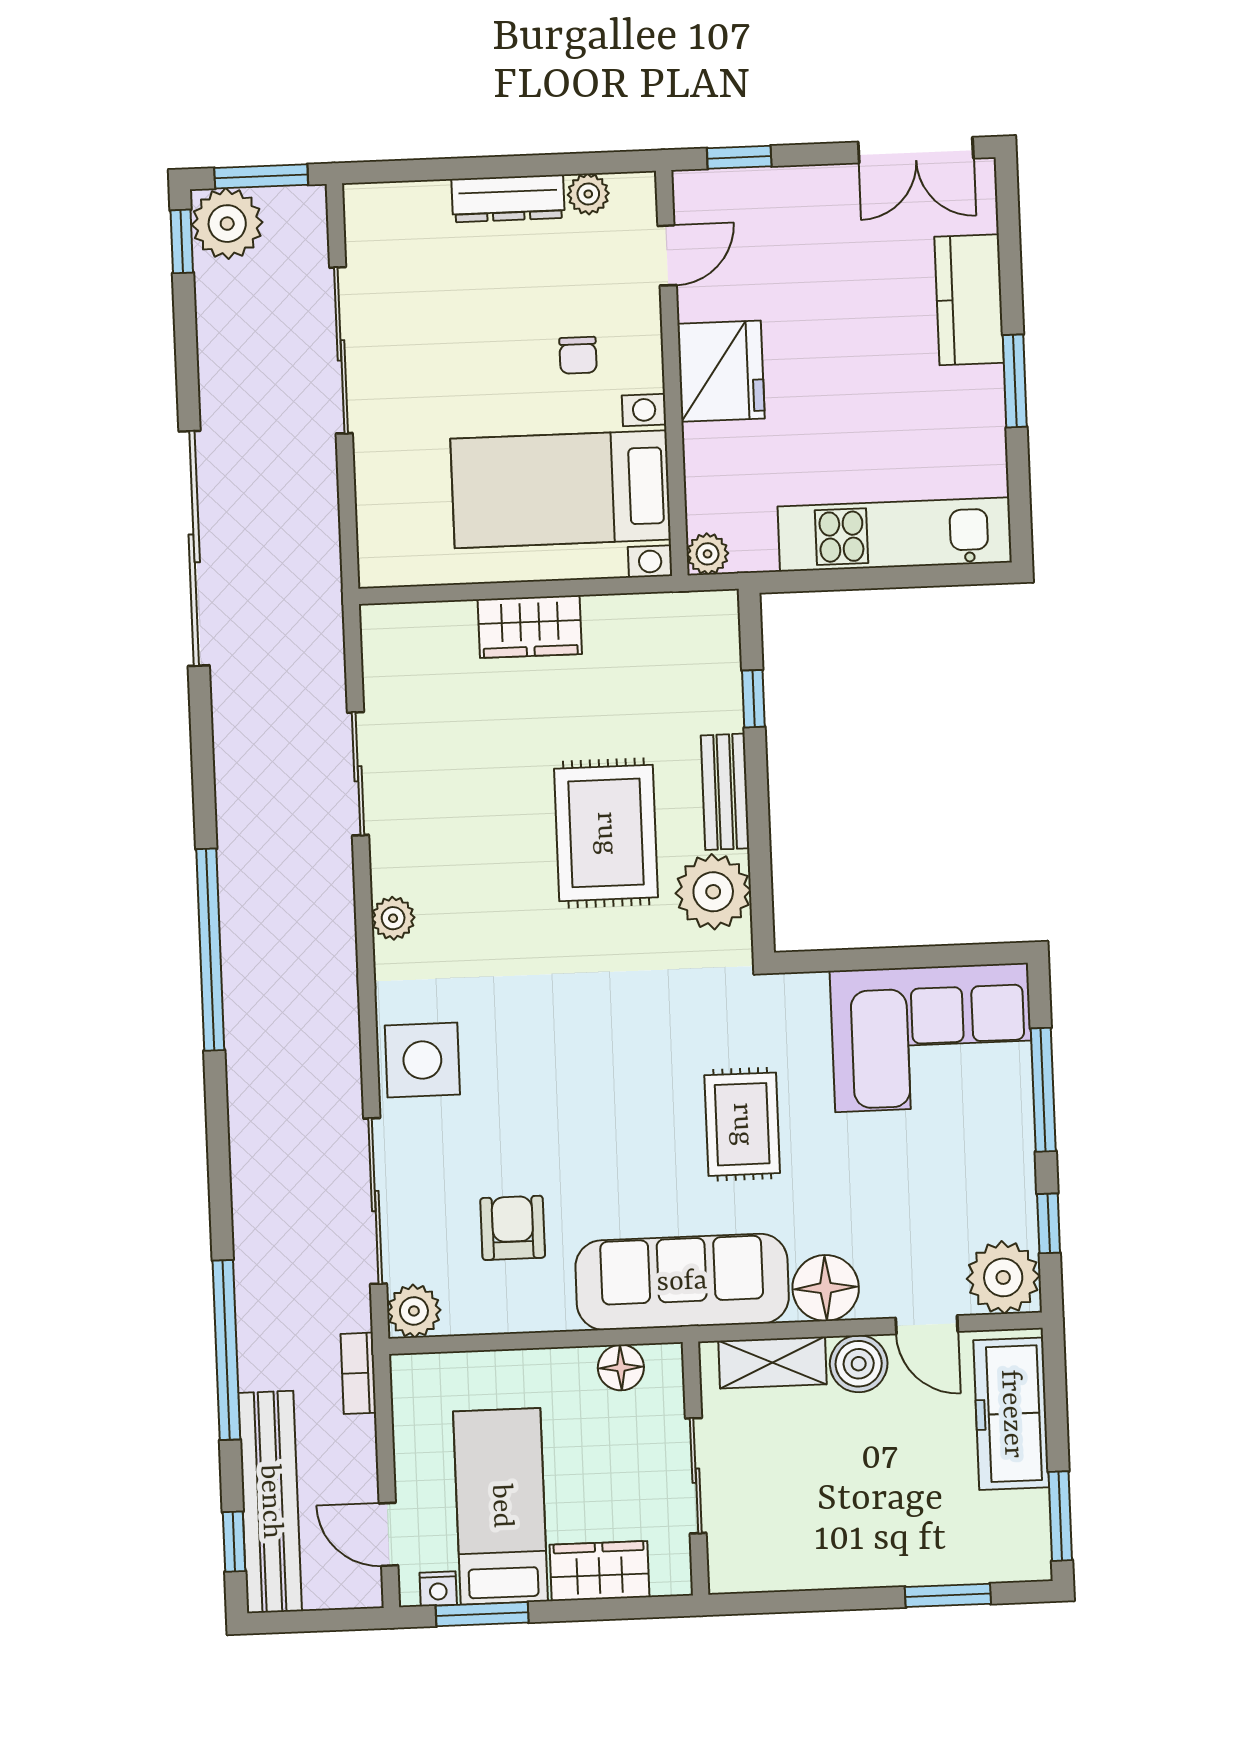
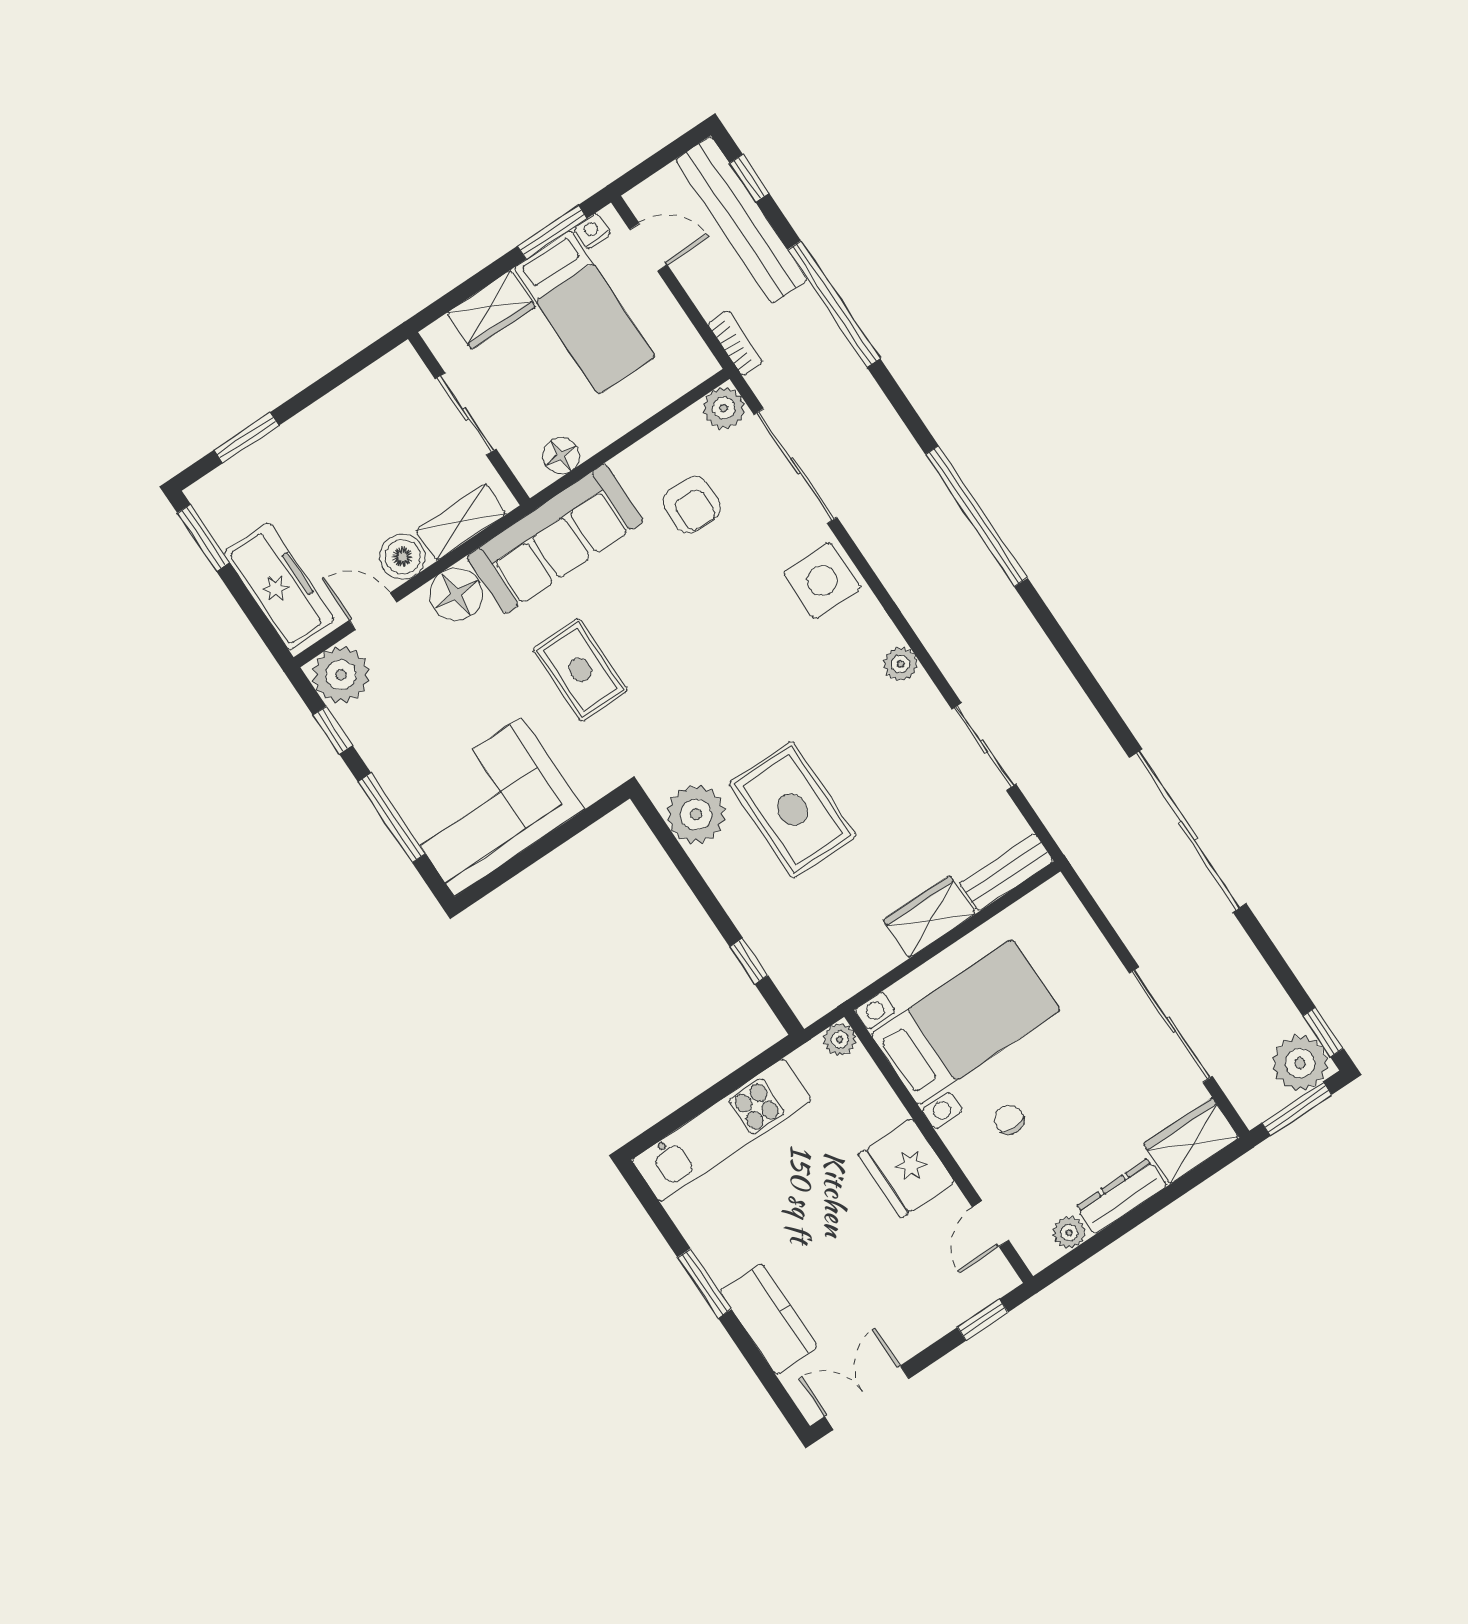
wardrobe: (396, 212) -> (1191, 1141), added
bench: (725, 792) -> (1006, 872), moved, turned 90
window: (210, 950) -> (976, 516), moved

